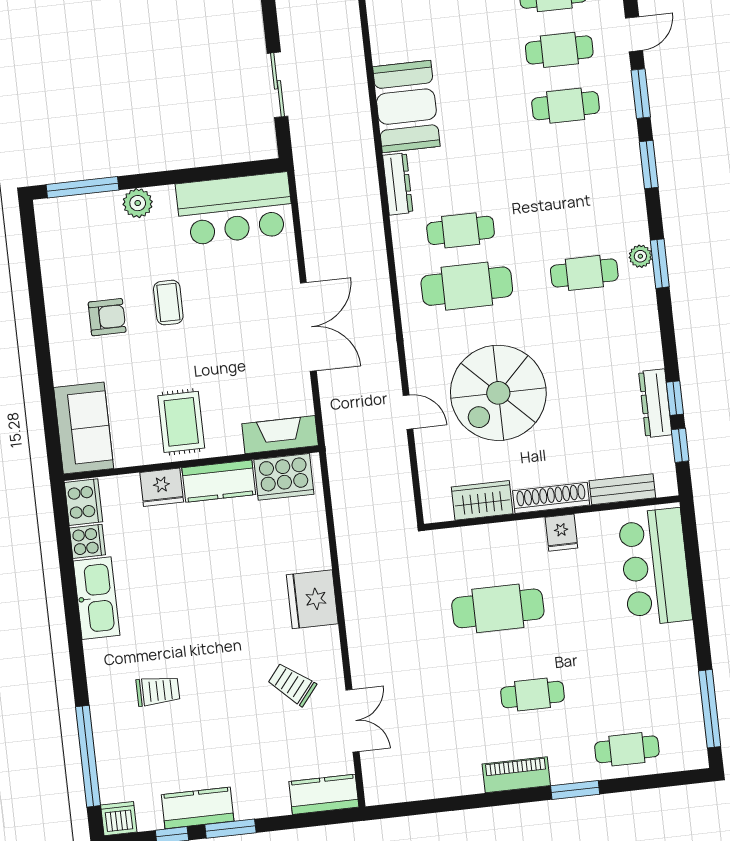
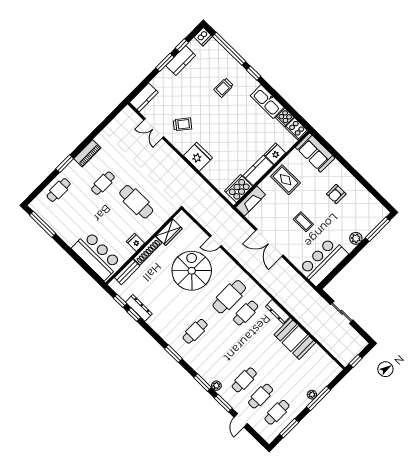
plant: (640, 256) -> (216, 386), moved
coffee table: (168, 303) -> (303, 222), moved
cafe table: (498, 608) -> (136, 202), turned 90
window: (79, 672) -> (254, 73), added

